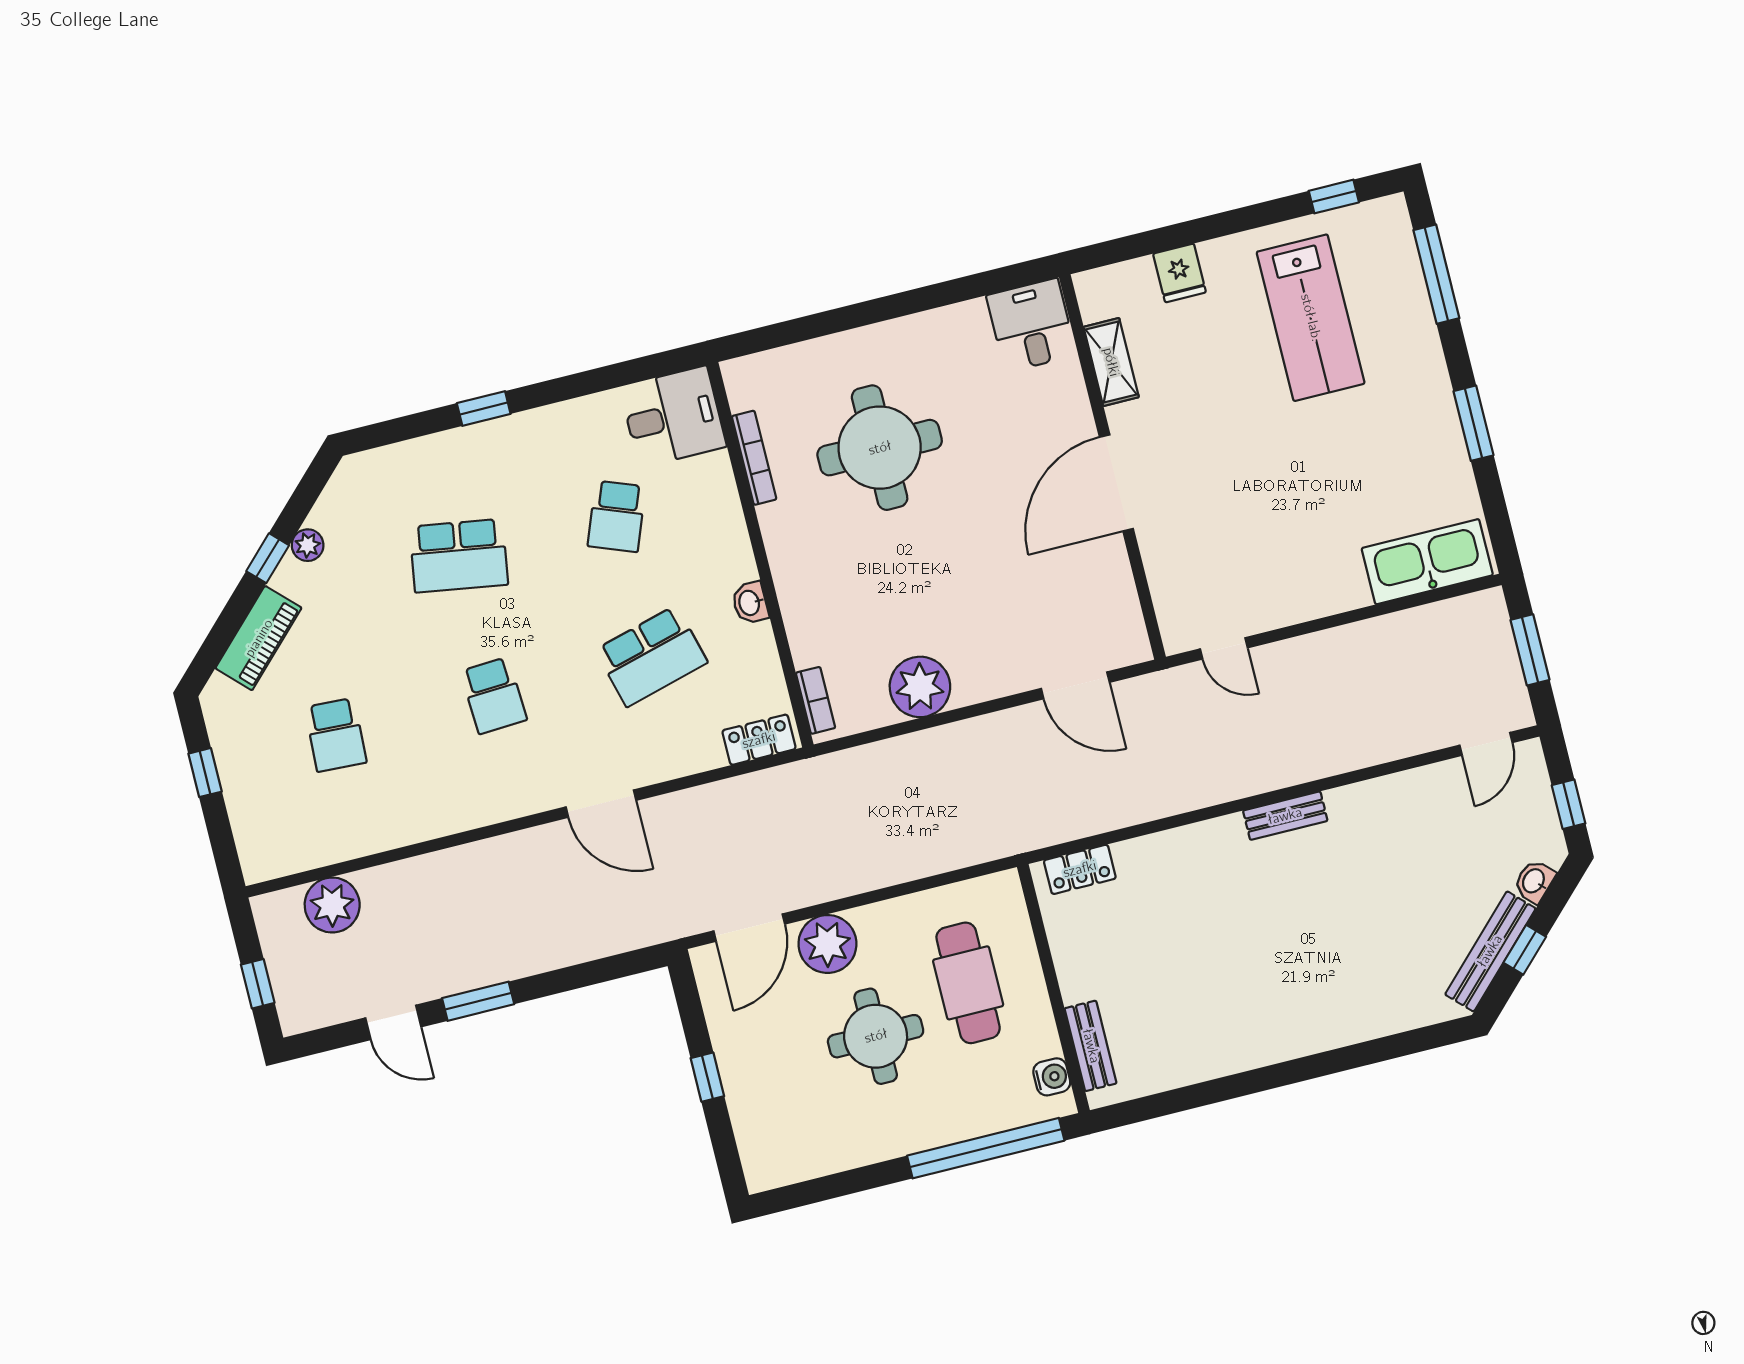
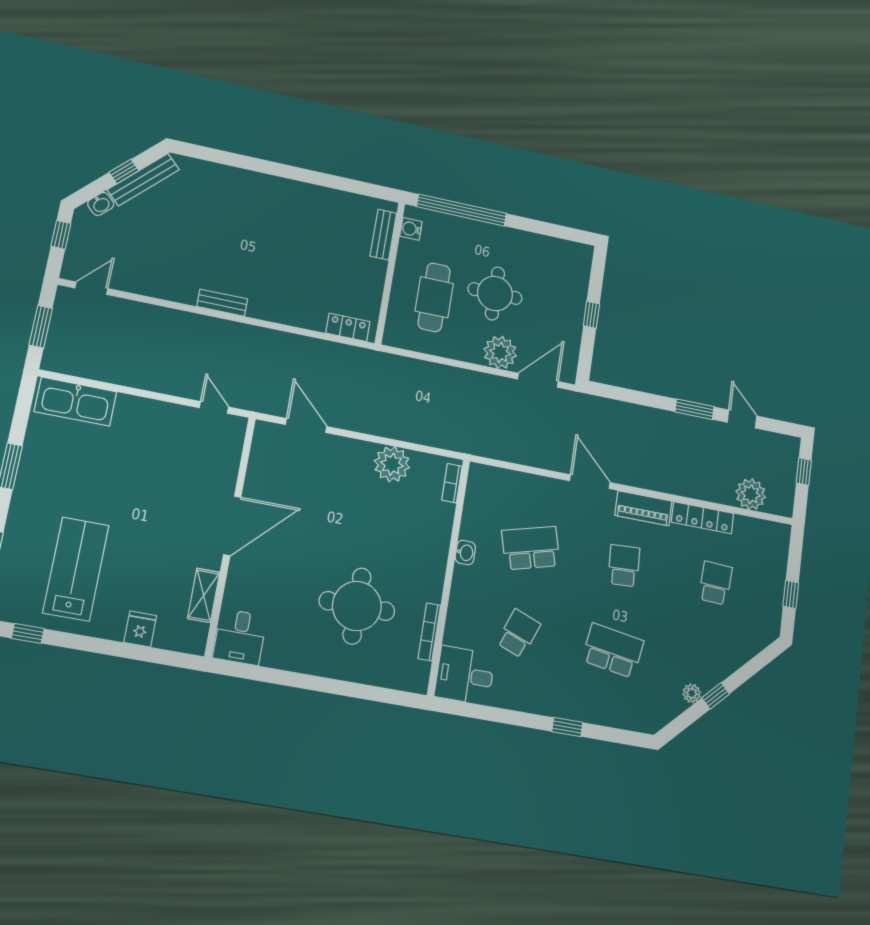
piano: (259, 638) -> (643, 508), moved, turned -135
locker: (759, 740) -> (702, 518), moved, width x1.53

